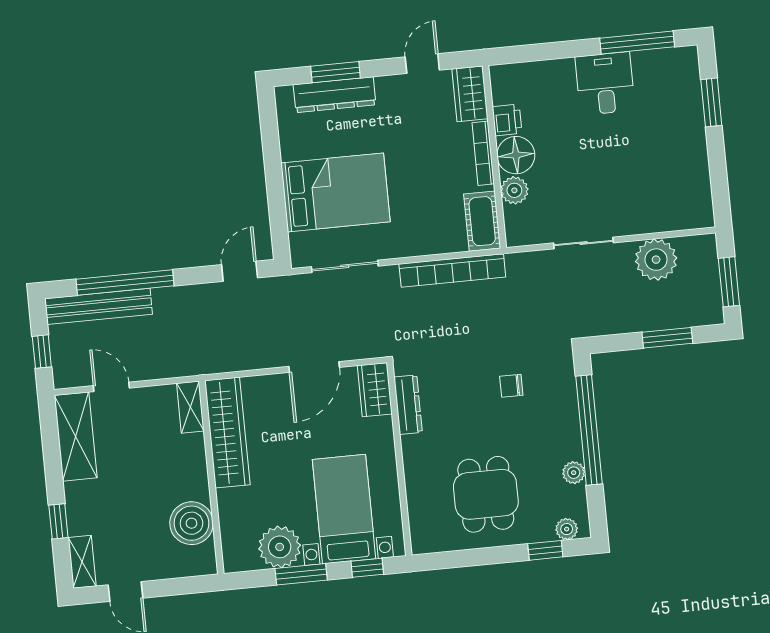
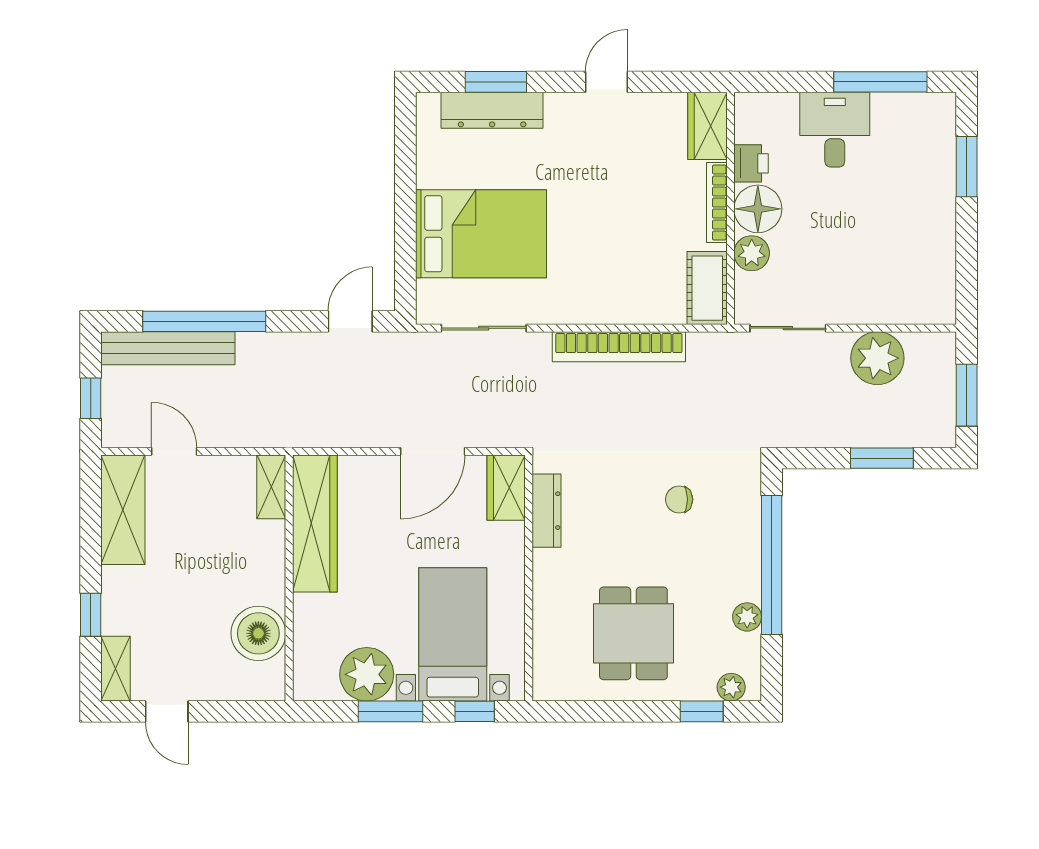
wardrobe: (470, 94) -> (708, 126), moved
printer: (507, 120) -> (751, 163), moved
bookcase: (483, 153) -> (717, 203), moved
floor lamp: (516, 155) -> (758, 209), moved
wall: (494, 157) -> (731, 208), moved
plant: (514, 190) -> (752, 253), moved
cot: (482, 221) -> (707, 288), moved

